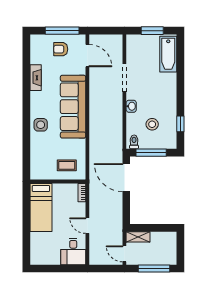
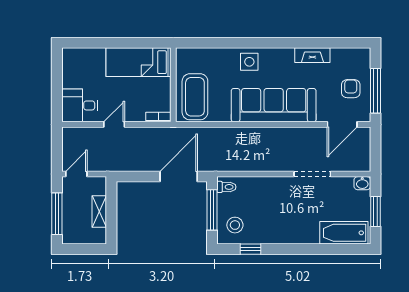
washbasin: (131, 106) -> (362, 183), moved
stool: (152, 124) -> (235, 225), moved
coffee table: (67, 165) -> (195, 97), width x1.86, depth x1.72
shelving: (138, 237) -> (99, 211), moved

